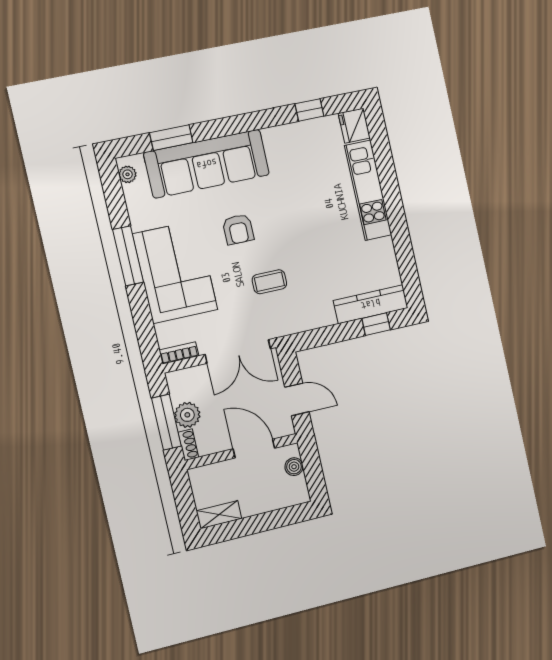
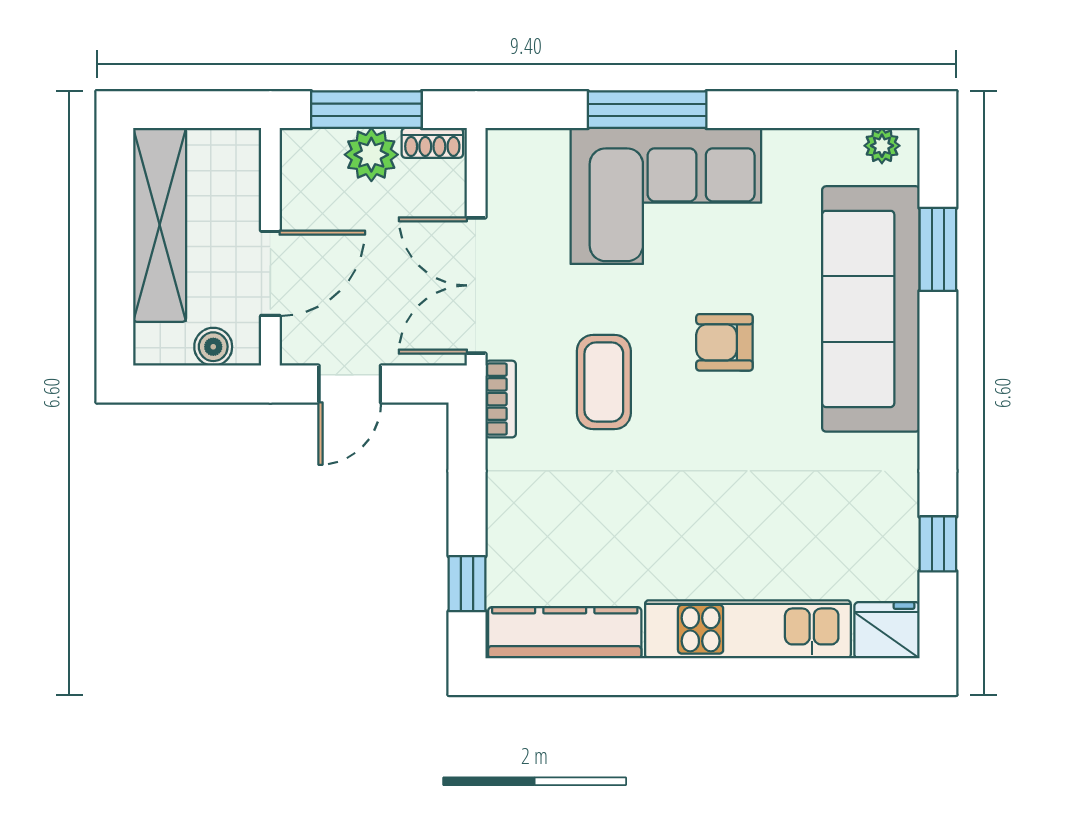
window: (128, 256) -> (647, 110), moved
coffee table: (269, 282) -> (604, 382), width x1.36, depth x1.30
kitchen counter: (371, 304) -> (565, 633), moved, turned -90
bookcase: (179, 353) -> (501, 399), moved
shoe rack: (188, 445) -> (432, 143), moved
shelving: (219, 515) -> (160, 225), width x2.20, depth x1.33

